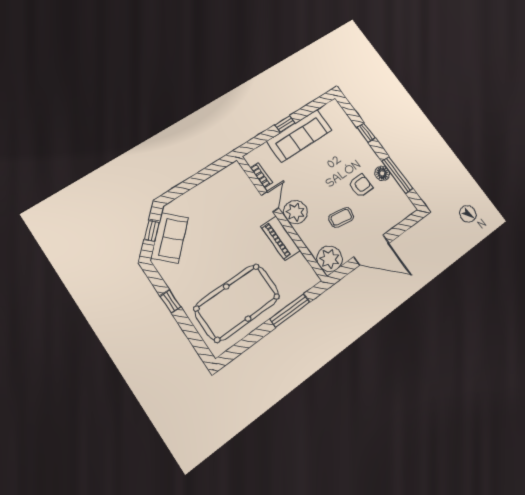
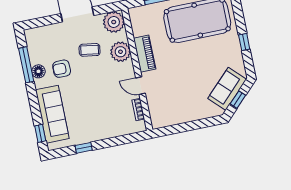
window: (285, 124) -> (84, 148), moved
window: (366, 133) -> (40, 133), moved
sofa: (300, 136) -> (52, 114), moved, turned 90
door: (270, 201) -> (140, 86), hinge flipped
plant: (295, 212) -> (120, 52), moved

